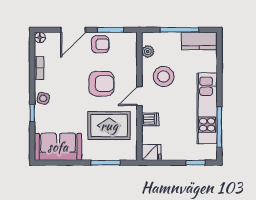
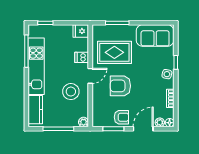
plant: (52, 38) -> (160, 122), added
kitchen counter: (199, 41) -> (35, 110), moved, turned 90
armchair: (100, 44) -> (121, 117), turned 180
plant: (148, 52) -> (84, 122), moved

